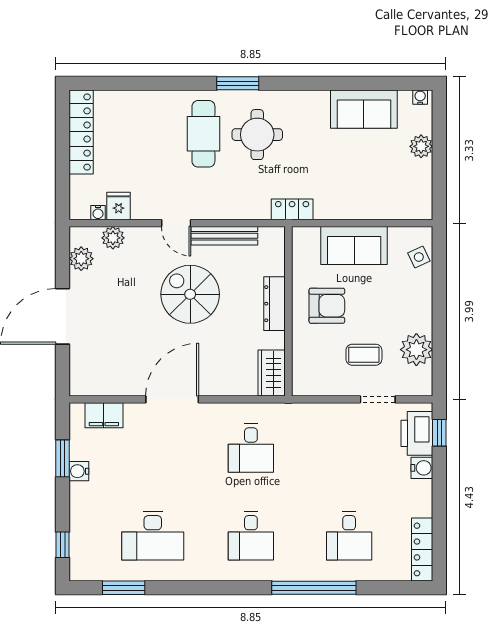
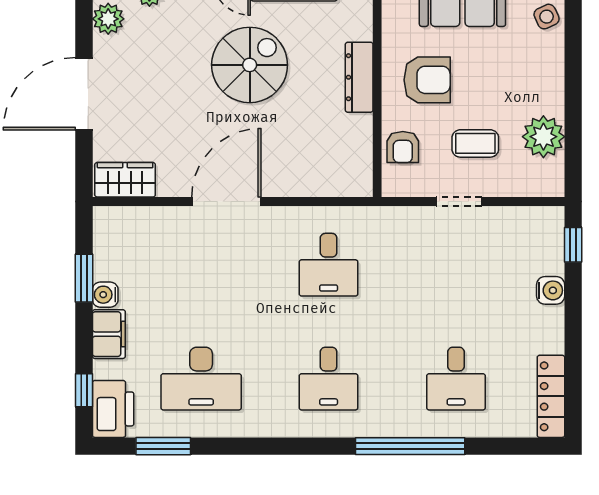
spiral stairs: (190, 294) -> (250, 65), turned 90
armchair: (308, 358) -> (403, 147), added
wardrobe: (272, 373) -> (125, 180), moved, turned 90
doorway: (378, 399) -> (459, 202), moved
filing cabinet: (104, 415) -> (109, 334), moved, turned -90
printer: (417, 433) -> (113, 409), moved, turned 180

